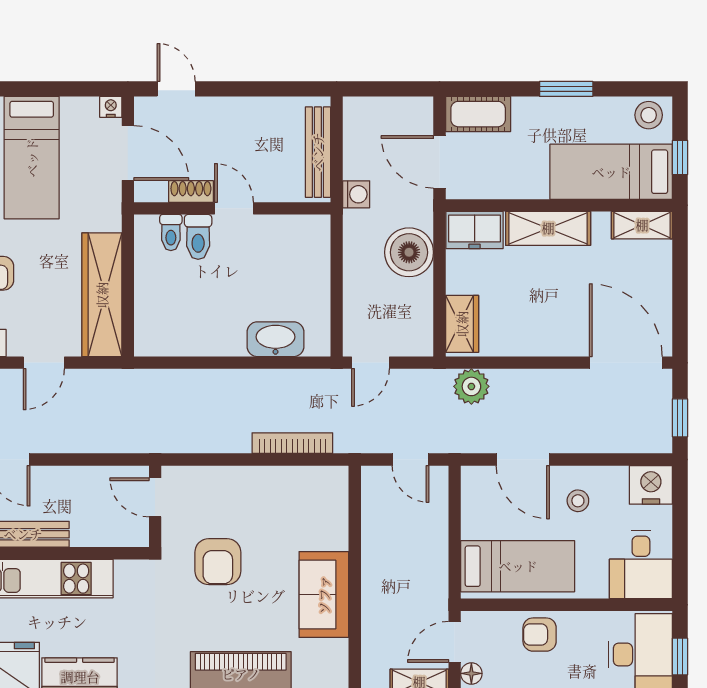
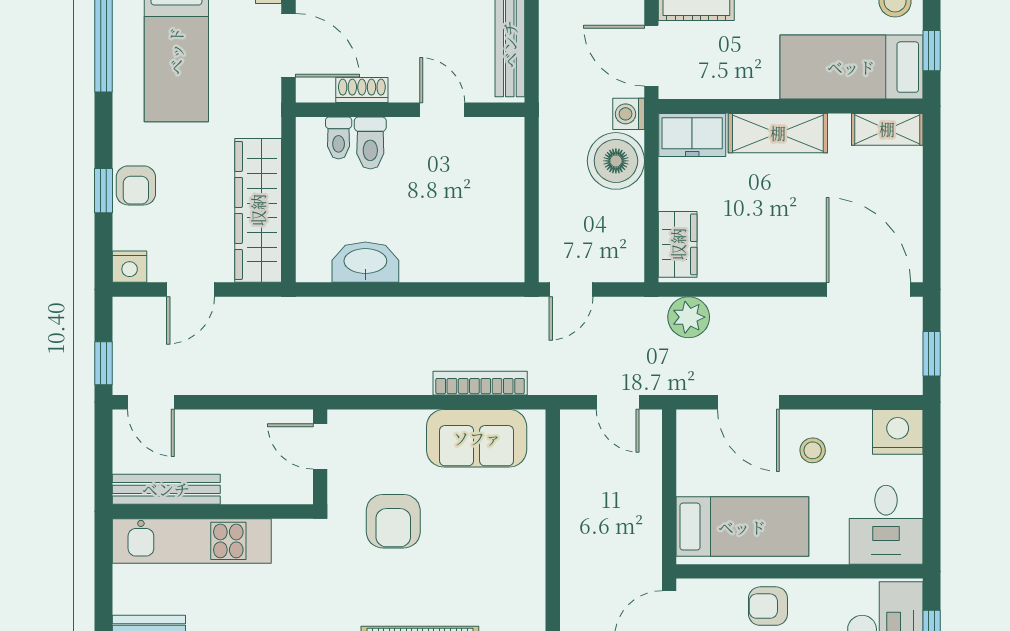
washing machine: (356, 194) -> (629, 114), moved, turned 180
door: (234, 208) -> (442, 110), moved
washbasin: (275, 339) -> (365, 262), moved
sofa: (324, 595) -> (477, 438), moved, turned -90

